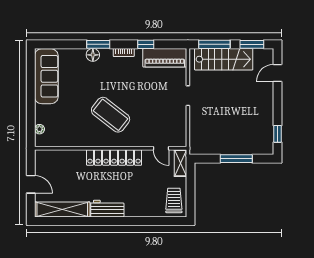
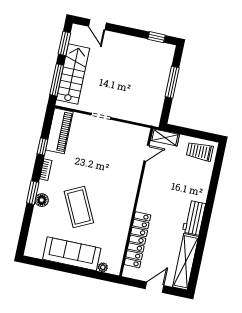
sofa: (46, 76) -> (72, 254), moved
coffee table: (111, 115) -> (79, 207), moved, turned -64
locker: (114, 157) -> (137, 240), moved

